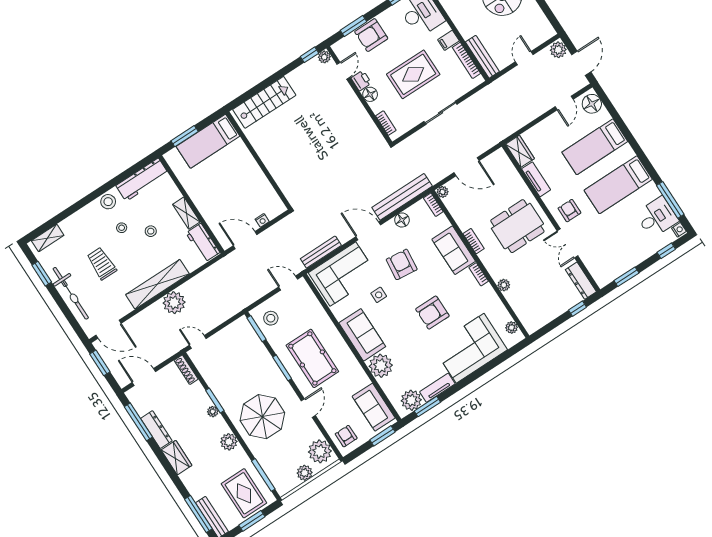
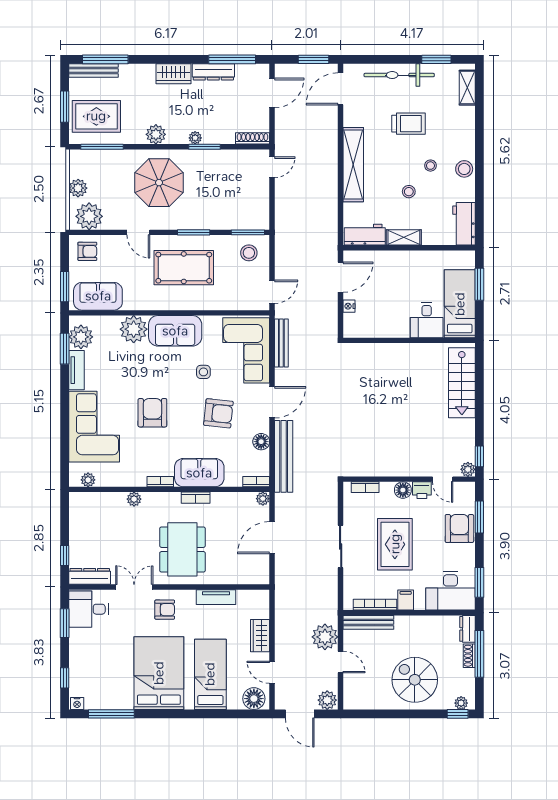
wardrobe: (520, 151) -> (260, 636), moved, turned 90
desk: (236, 157) -> (427, 320), added
workbench: (142, 180) -> (464, 224), width x0.73
bed: (618, 185) -> (159, 673), width x1.50
desk: (657, 217) -> (89, 609), moved, turned 90
plant: (174, 303) -> (325, 637), moved

